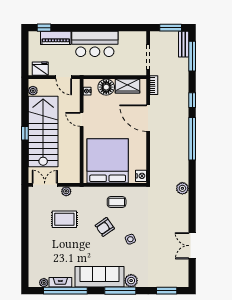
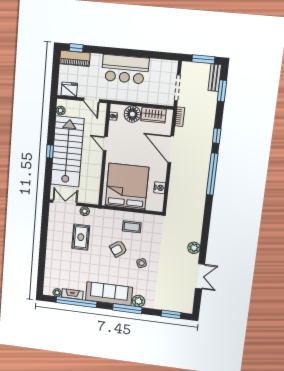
piano: (56, 38) -> (75, 58), moved
window: (192, 56) -> (222, 91), width x0.69
nightstand: (141, 176) -> (160, 188), moved
plant: (182, 188) -> (194, 248), moved
rug: (64, 219) -> (81, 237), turned 90
double door: (192, 246) -> (200, 276), swing flipped

